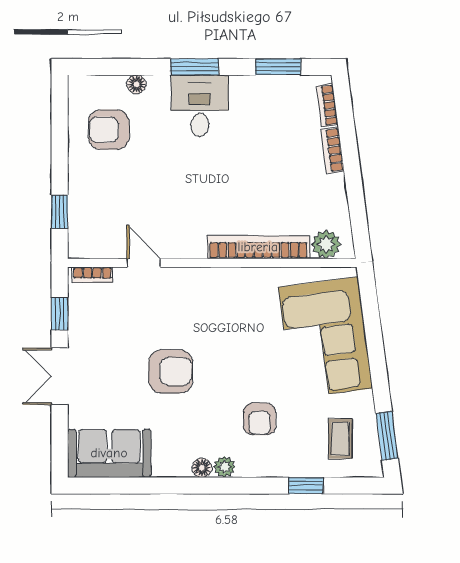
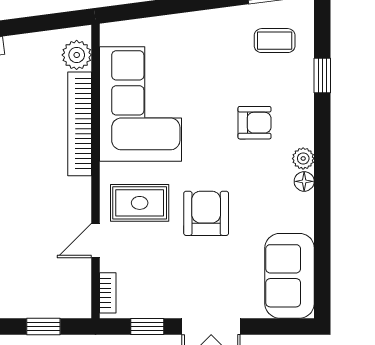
rug: (181, 306) -> (140, 203), added
corner sofa: (326, 338) -> (141, 104), moved, turned -83

